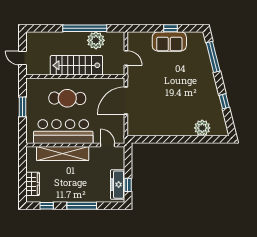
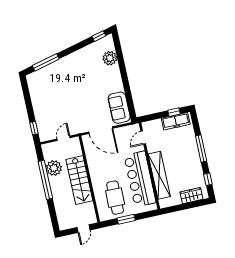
window: (171, 28) -> (34, 128), moved
sofa: (169, 41) -> (119, 108), moved, turned 180
cafe table: (67, 98) -> (115, 198), moved
window: (224, 101) -> (99, 36), moved

